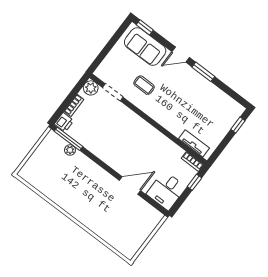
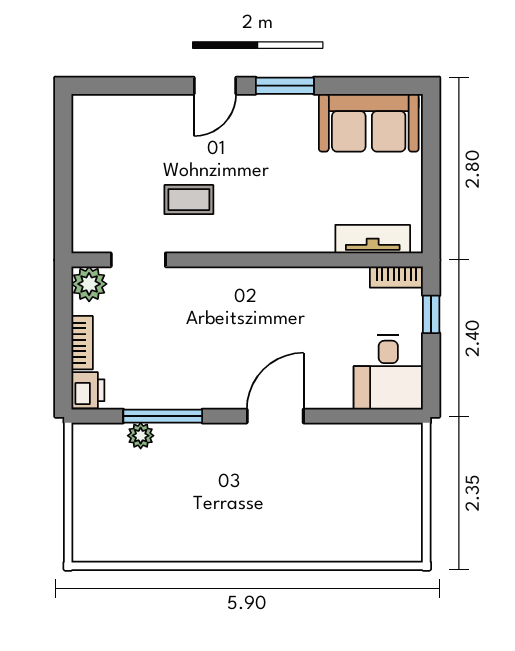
window: (145, 27) -> (105, 86), removed
sofa: (145, 47) -> (369, 123), moved
window: (238, 125) -> (431, 138), removed
window: (69, 139) -> (163, 416), moved
door: (130, 186) -> (275, 416), moved

